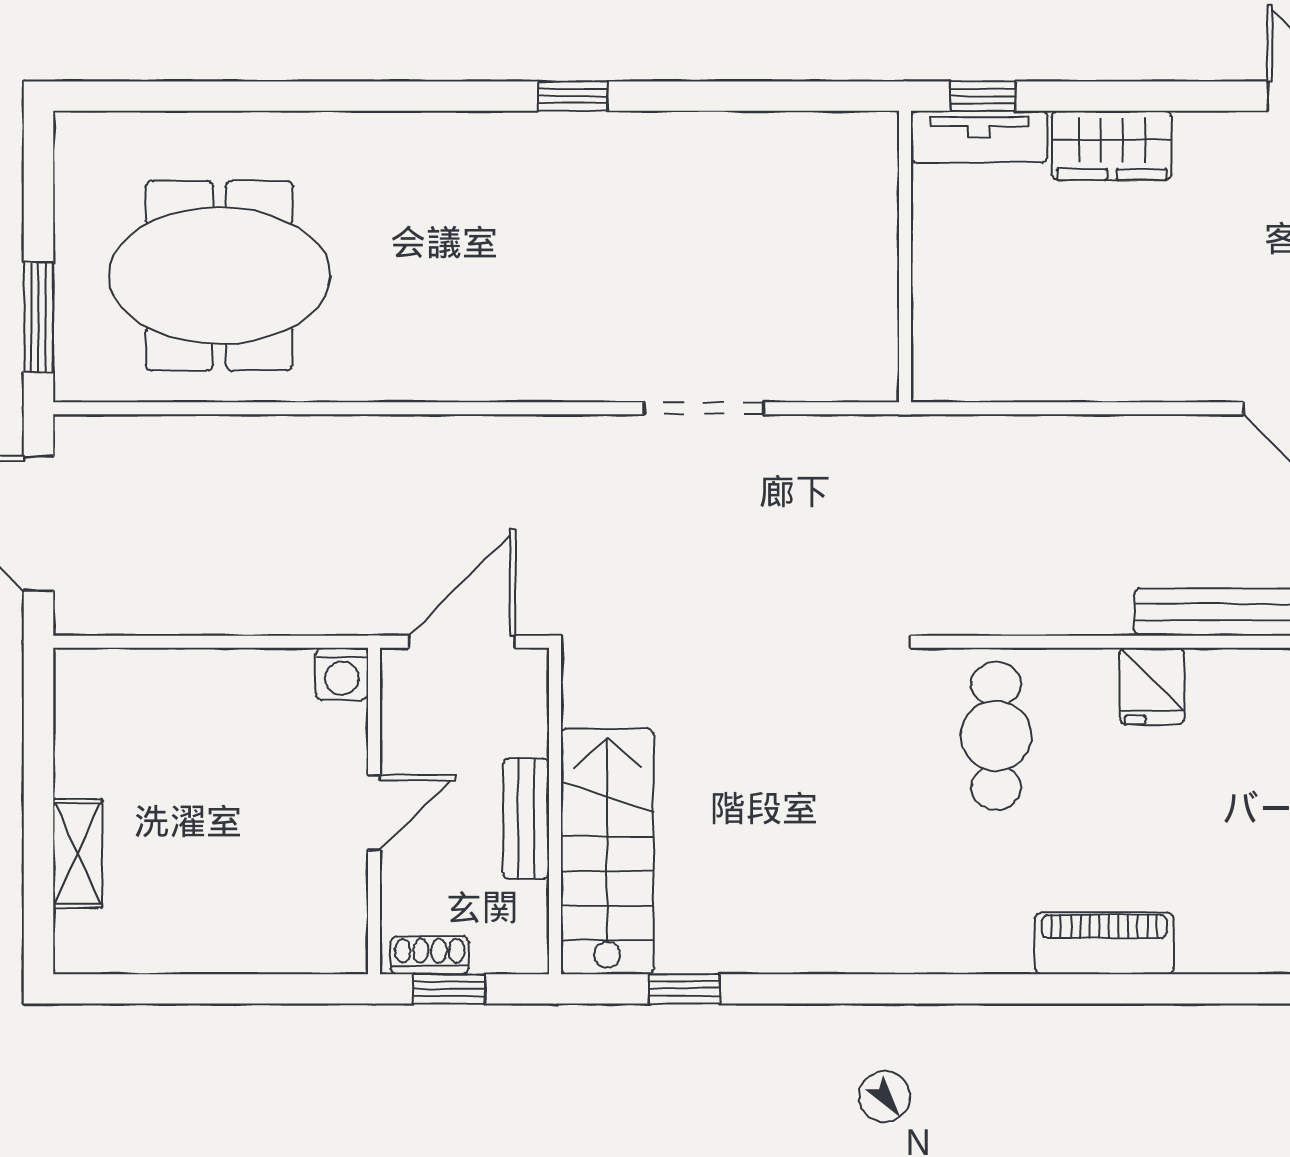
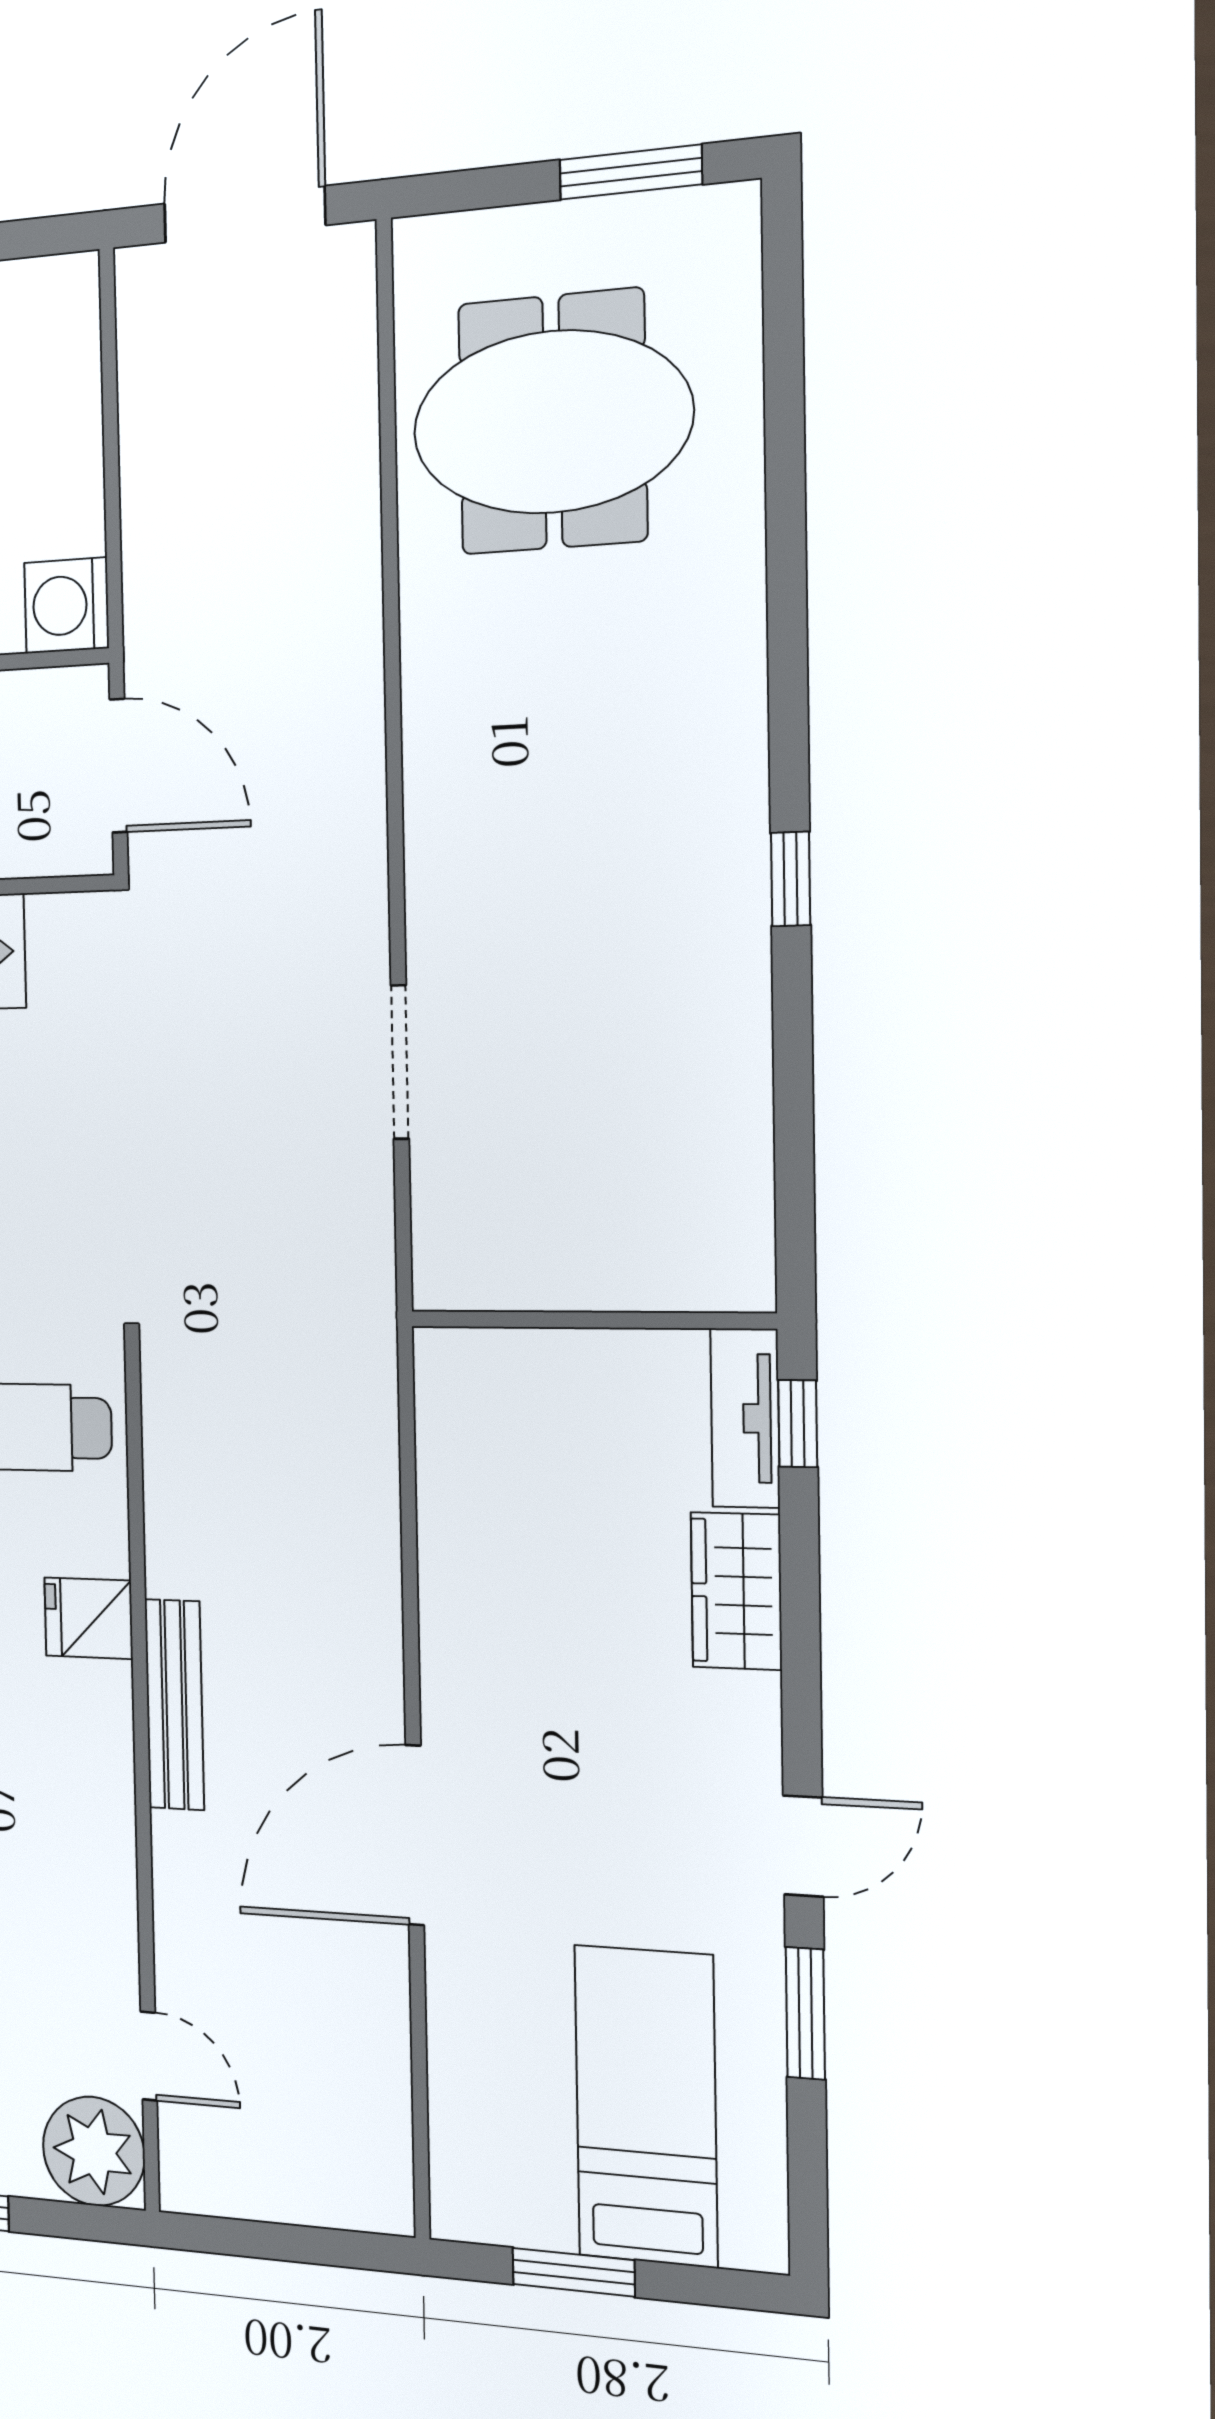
meeting table: (219, 276) -> (552, 422), turned 90
window: (39, 317) -> (631, 172), moved
washing machine: (342, 674) -> (67, 605), width x1.38, depth x1.38

